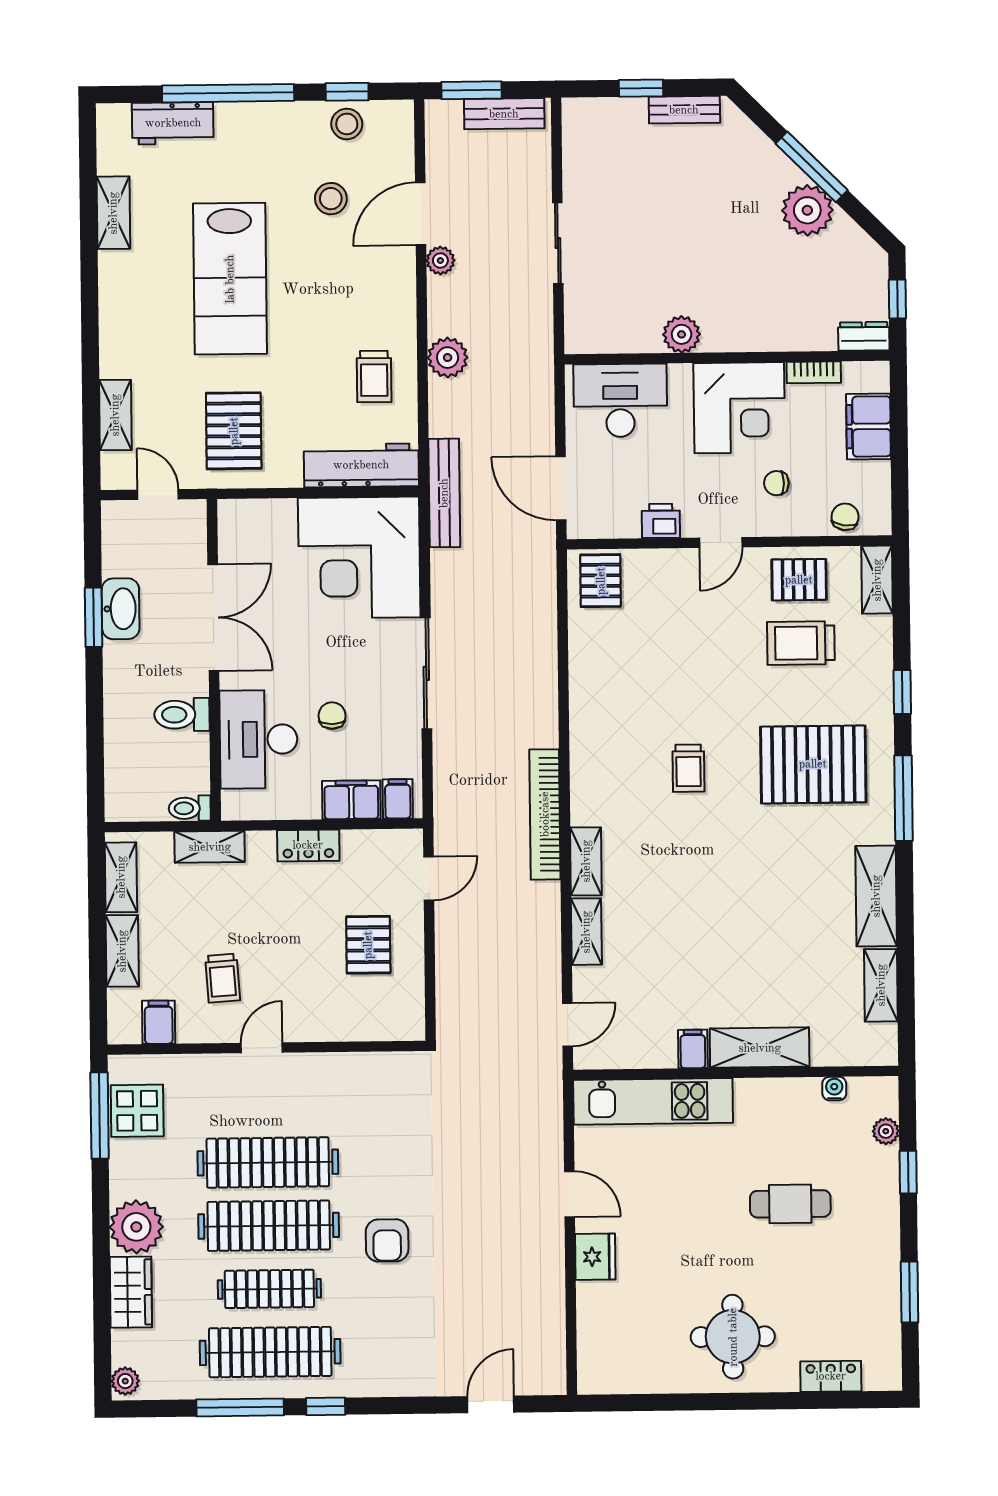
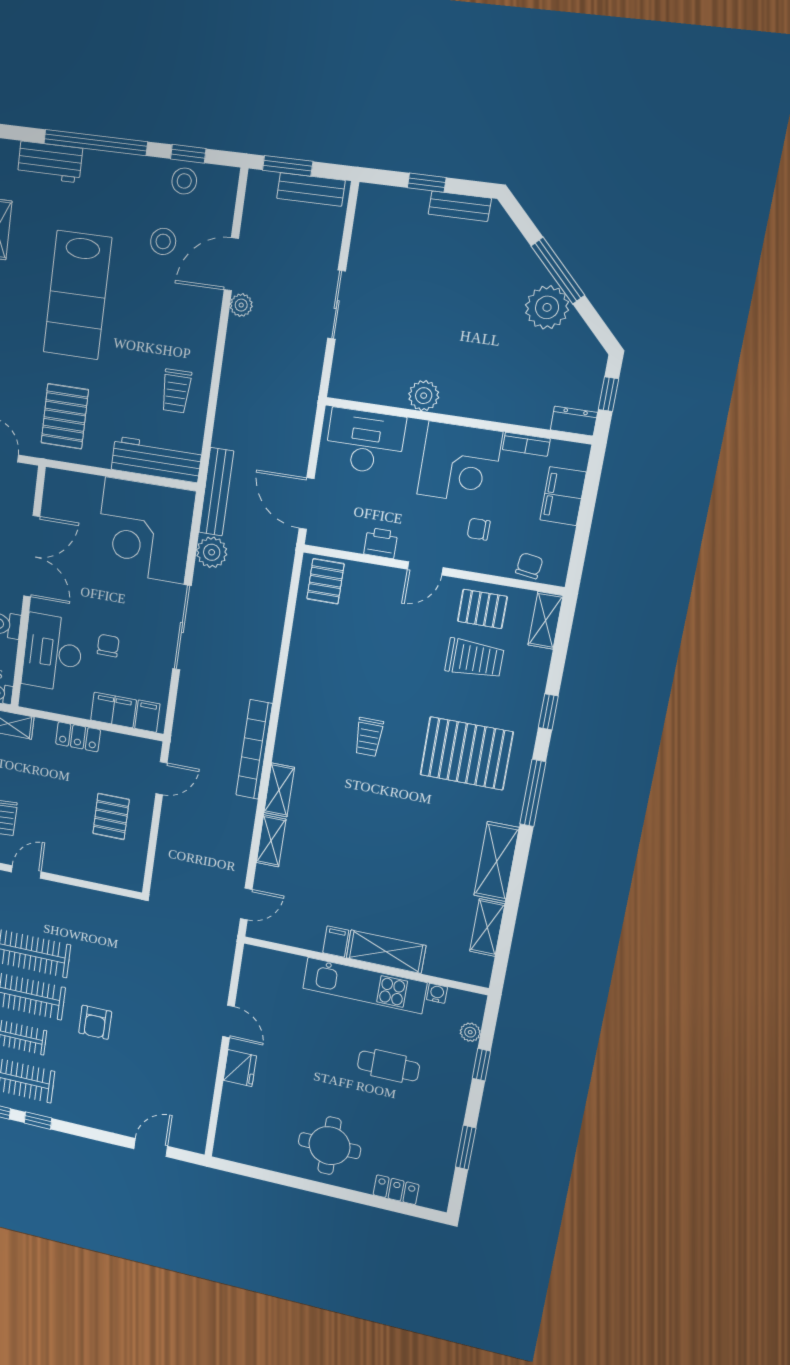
plant: (448, 358) -> (212, 552), moved
trolley: (801, 643) -> (474, 659), turned 180
kitchen unit: (653, 1101) -> (365, 986), moved

